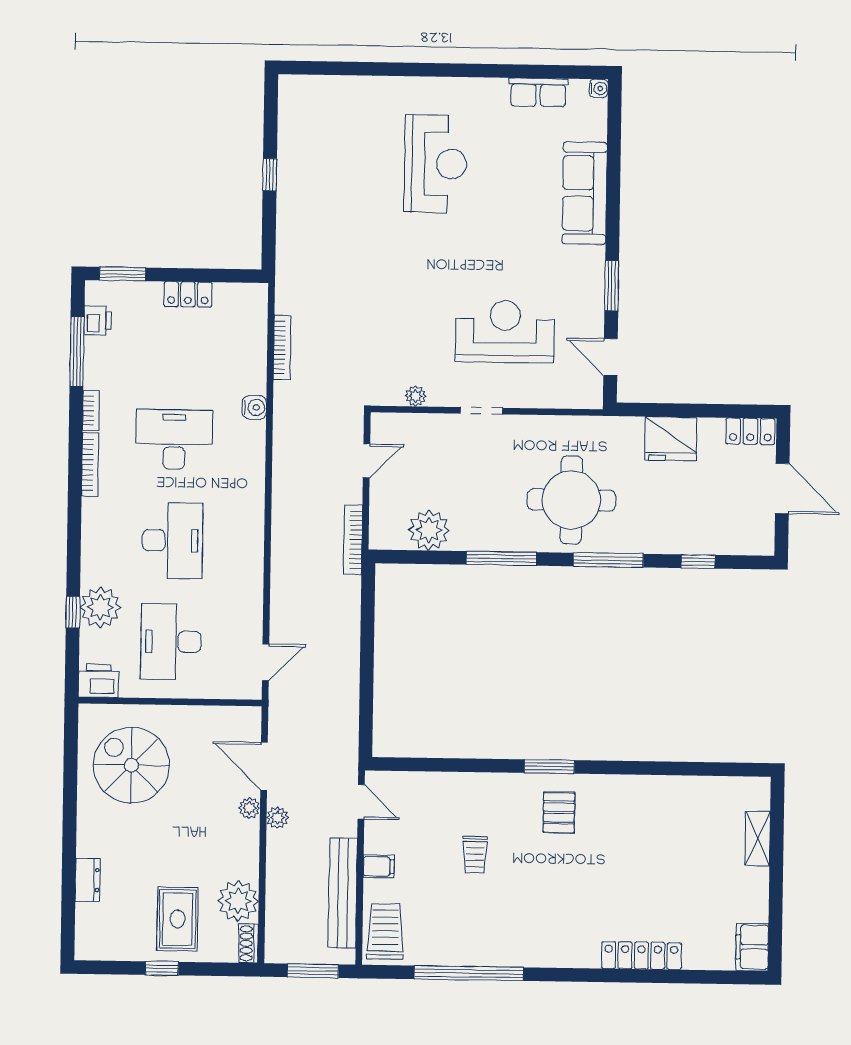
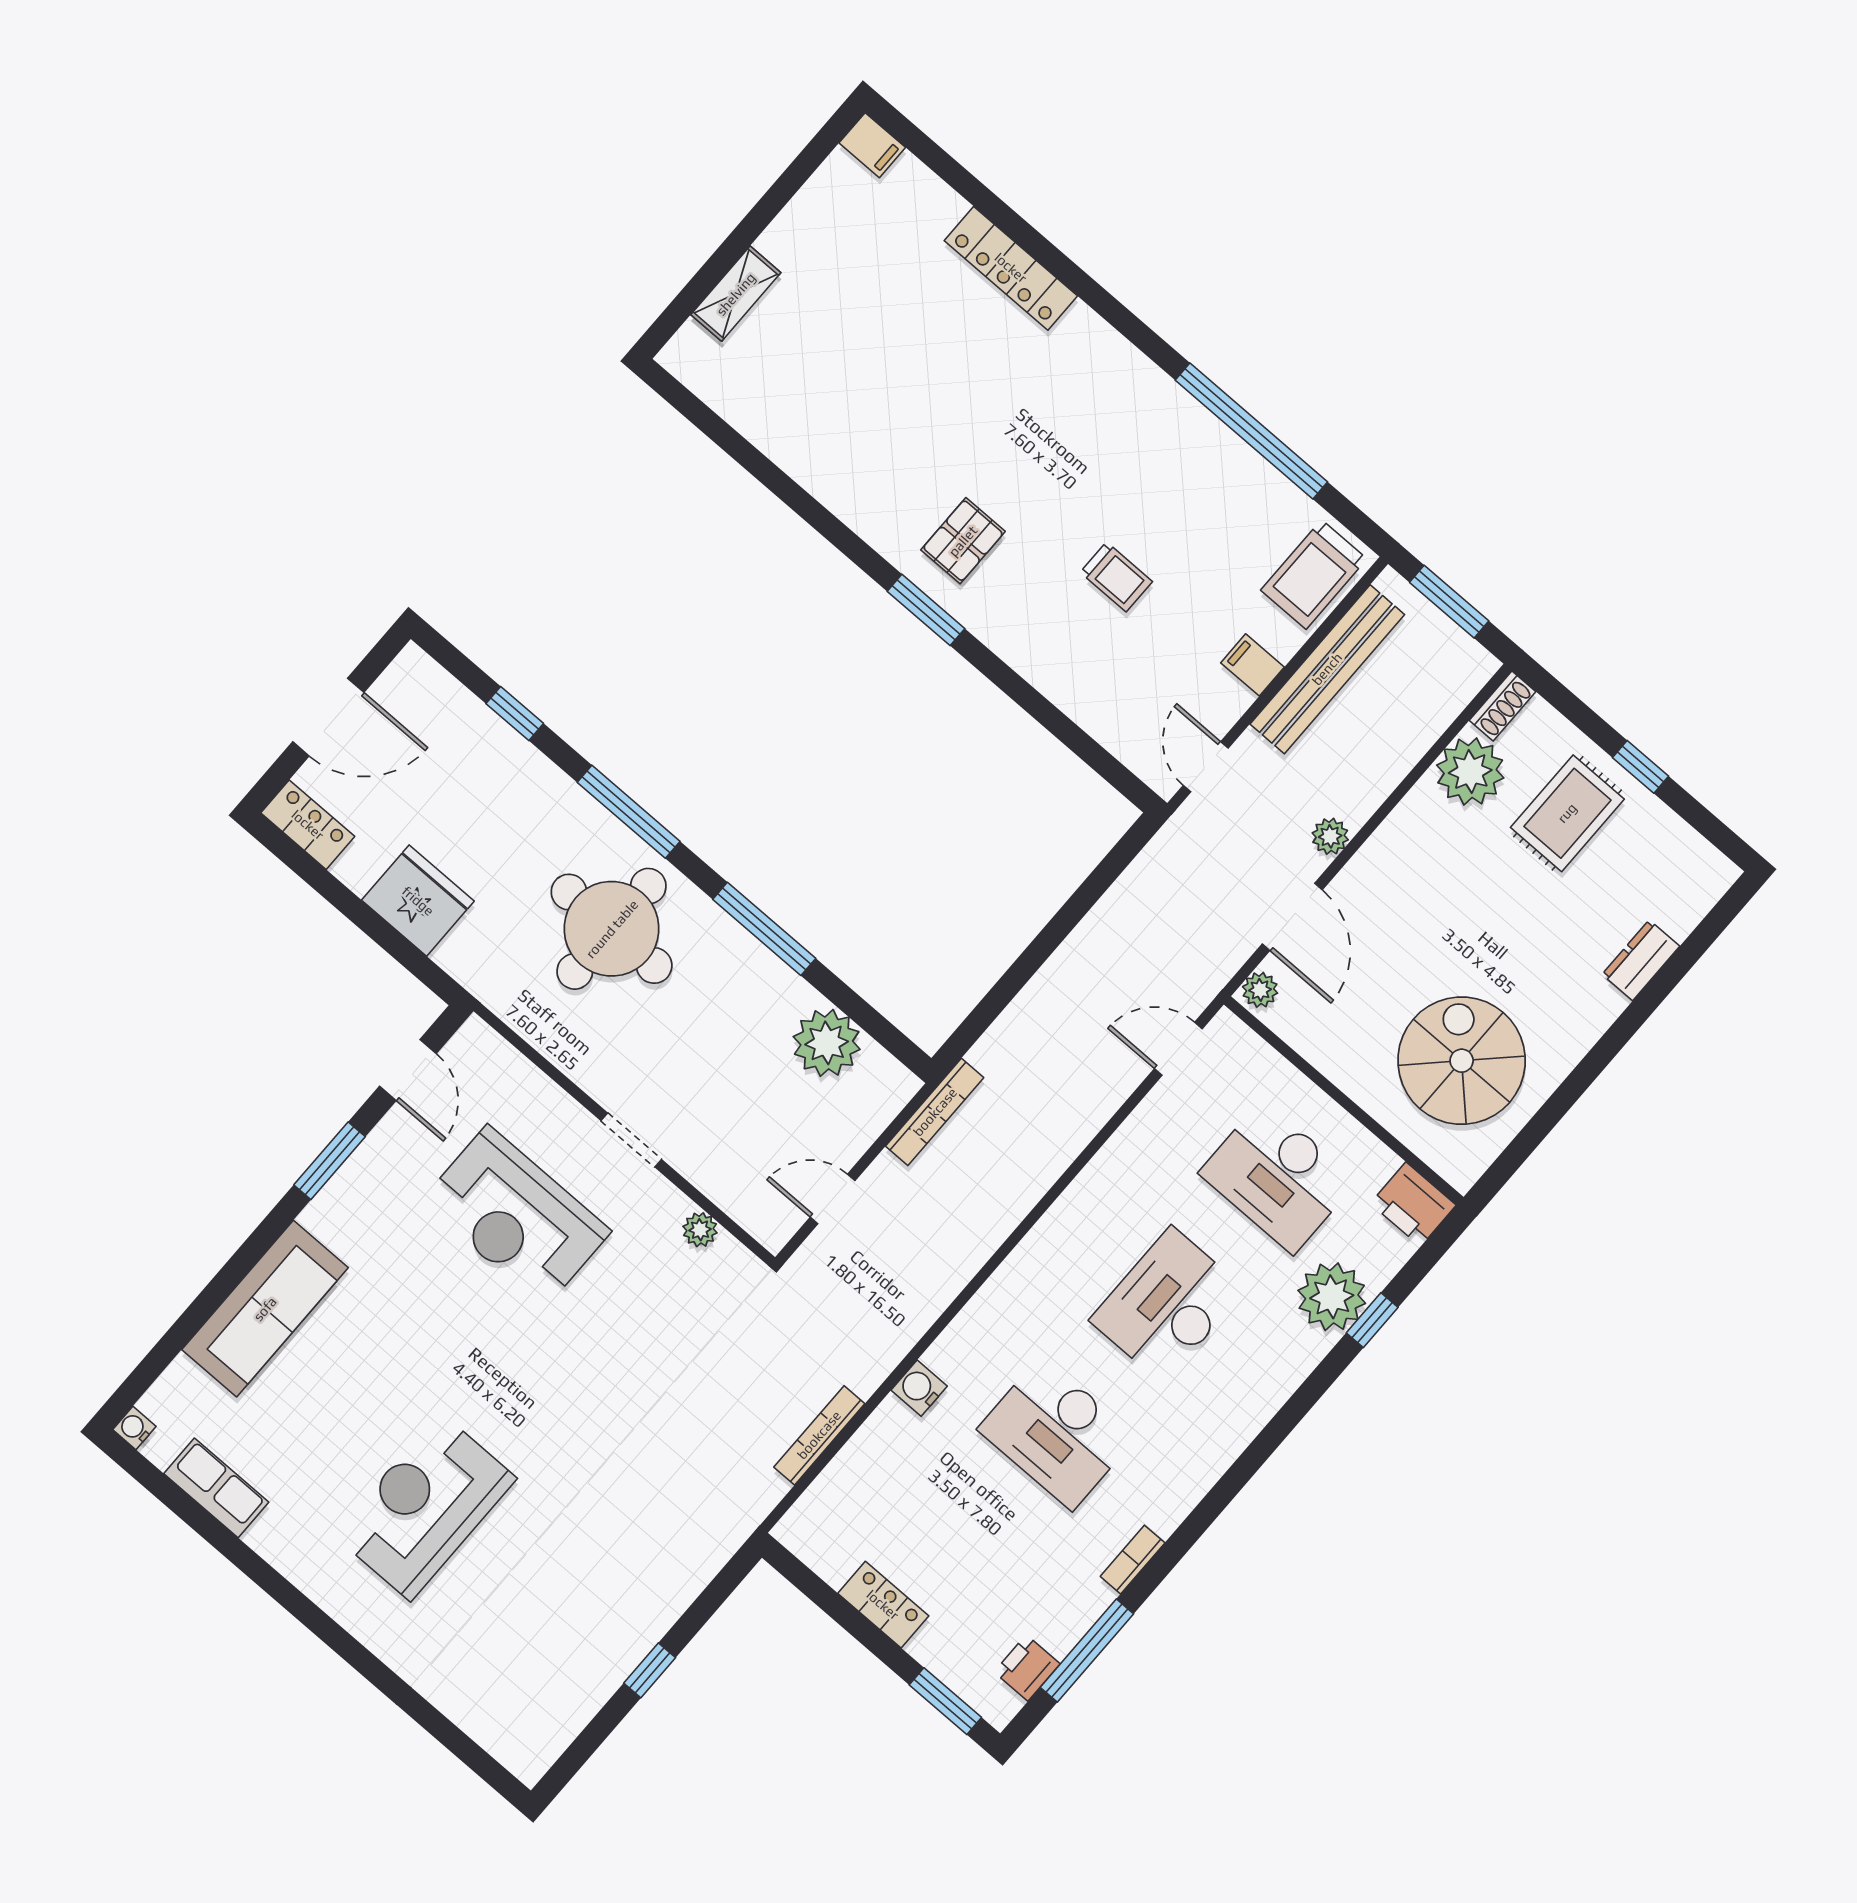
bookcase: (90, 465) -> (1192, 1491), removed
door: (782, 488) -> (328, 717), swing flipped
desk: (171, 642) -> (1278, 1177), turned 90
spiral stairs: (131, 765) -> (1462, 1061), turned 180
plant: (249, 808) -> (1260, 990), moved
trolley: (475, 855) -> (1116, 577), turned 90
filing cabinet: (752, 947) -> (872, 145), width x0.50

